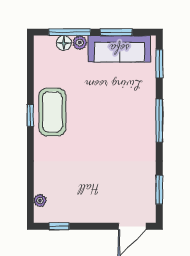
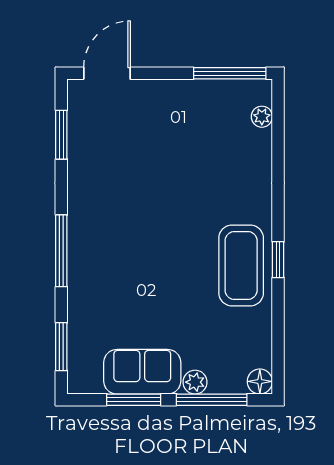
floor lamp: (64, 43) -> (260, 381), moved
sofa: (119, 49) -> (142, 372), width x0.73
window: (59, 226) -> (230, 73), width x2.17

